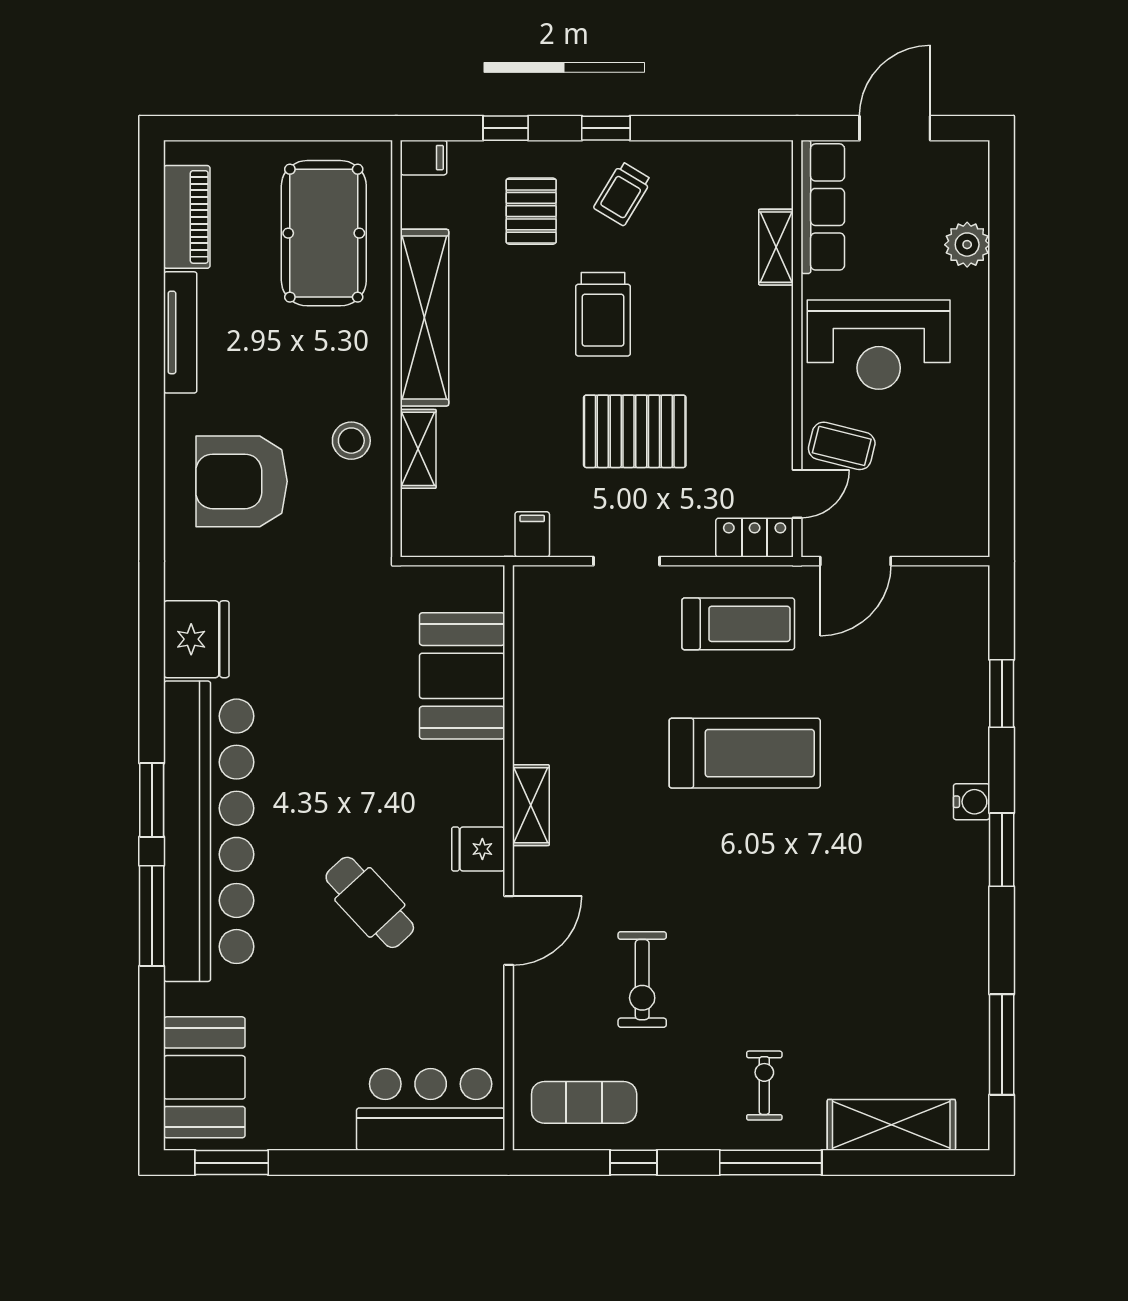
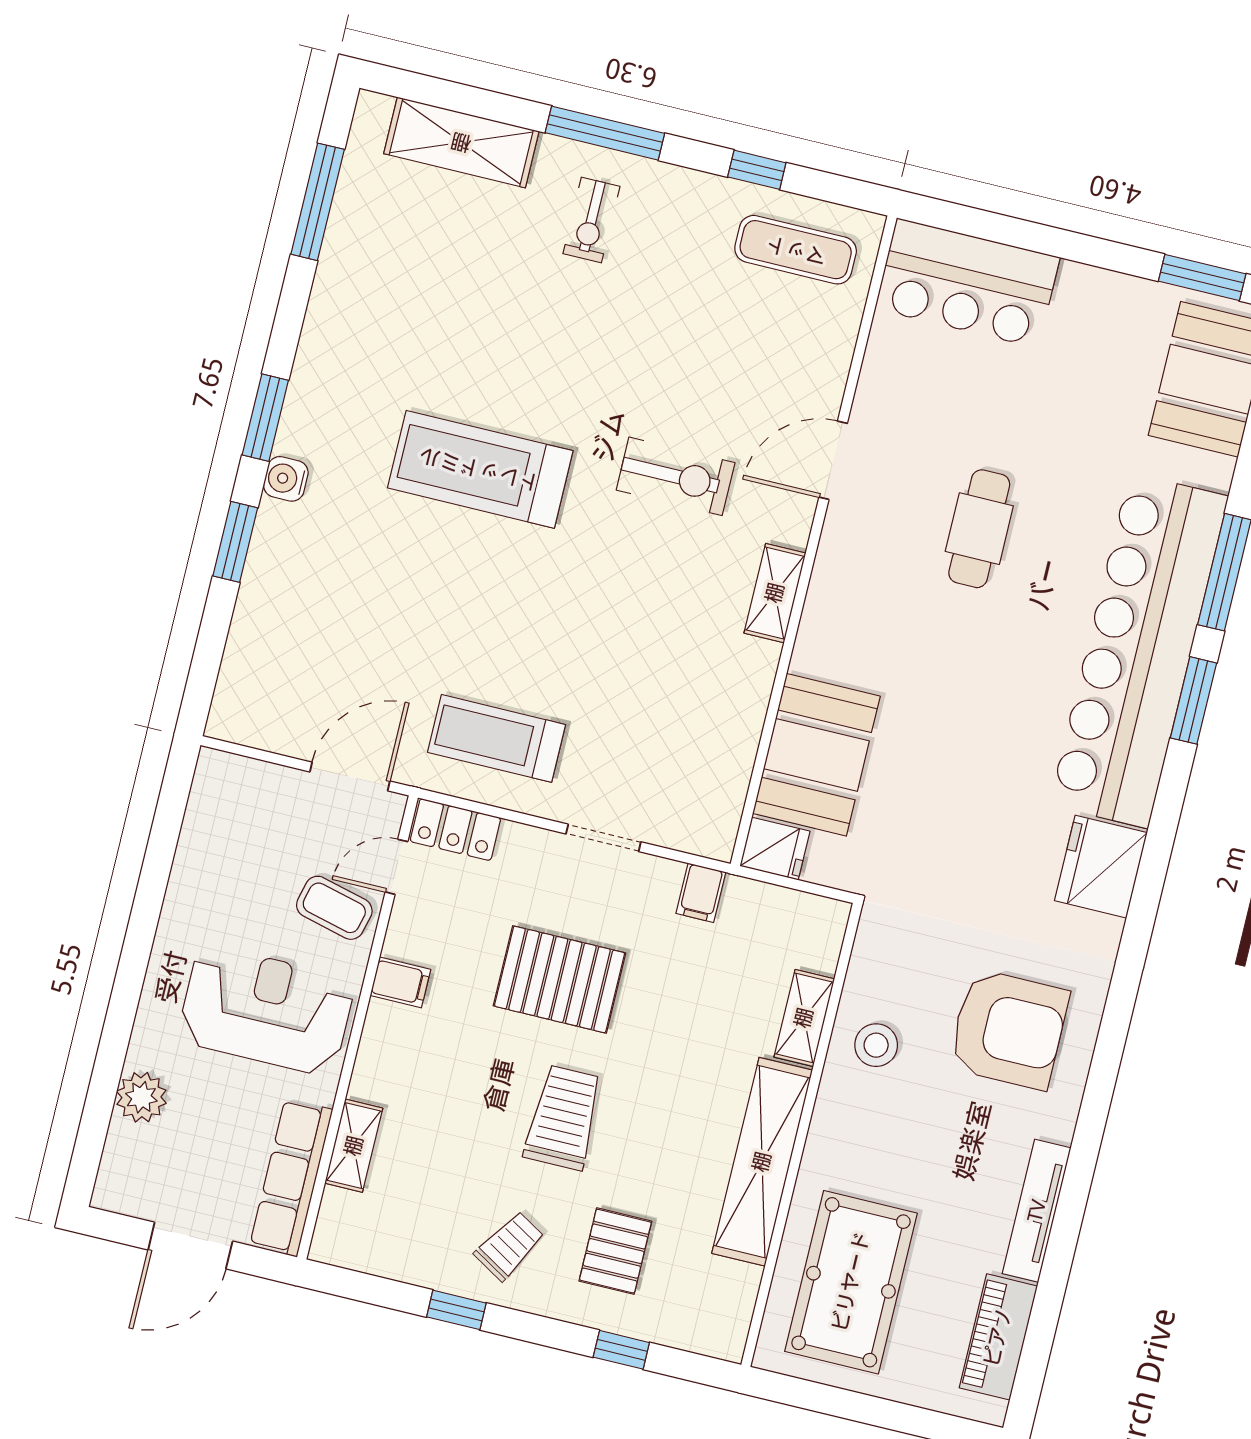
window: (606, 128) -> (456, 1310), moved
filing cabinet: (424, 158) -> (400, 982), moved, turned 180
window: (1002, 693) -> (235, 542), moved
treadmill: (745, 753) -> (480, 469), moved
fridge: (478, 849) -> (775, 849), moved
cafe table: (370, 902) -> (979, 529), turned 43
exercise bike: (642, 980) -> (676, 476), moved, turned 90

